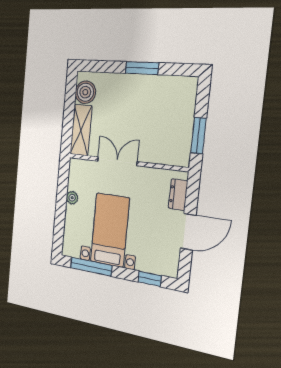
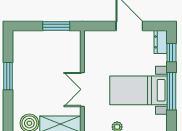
dresser: (178, 195) -> (161, 42), moved, turned 90
window: (91, 267) -> (171, 91), moved

